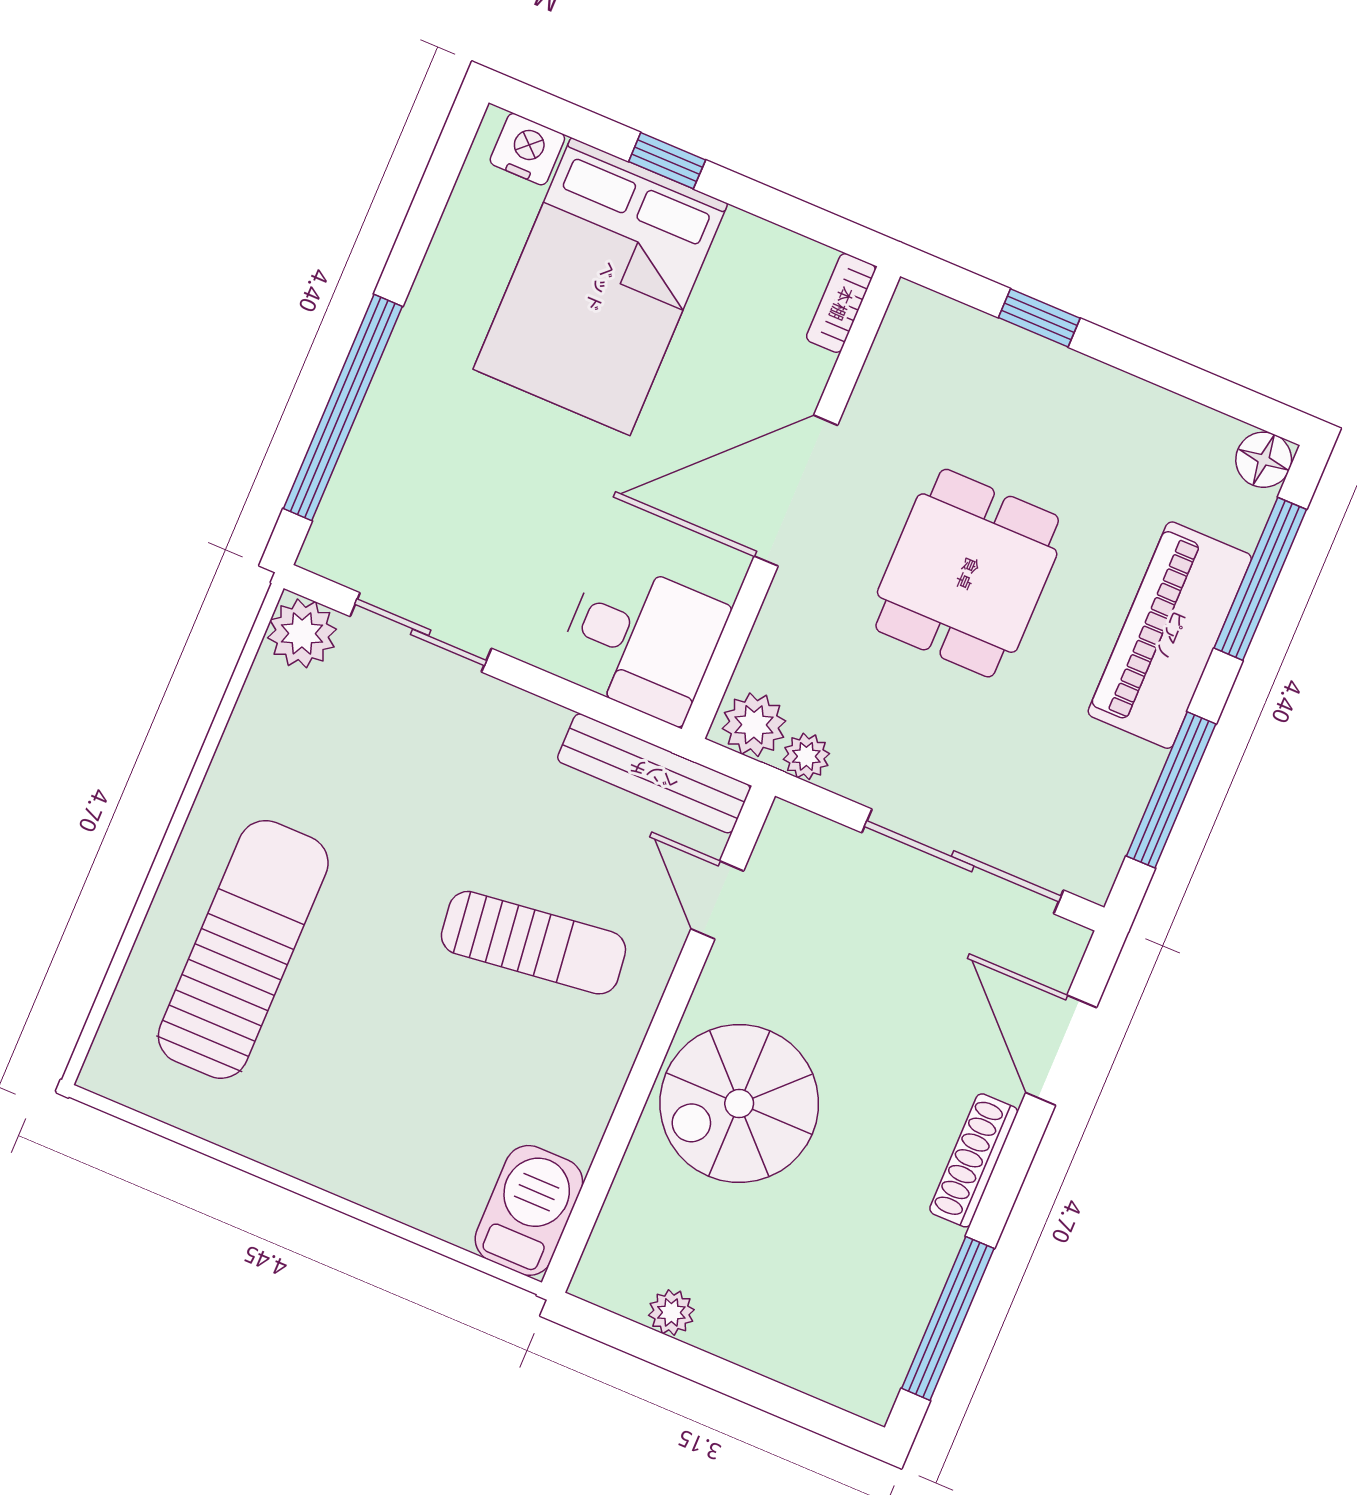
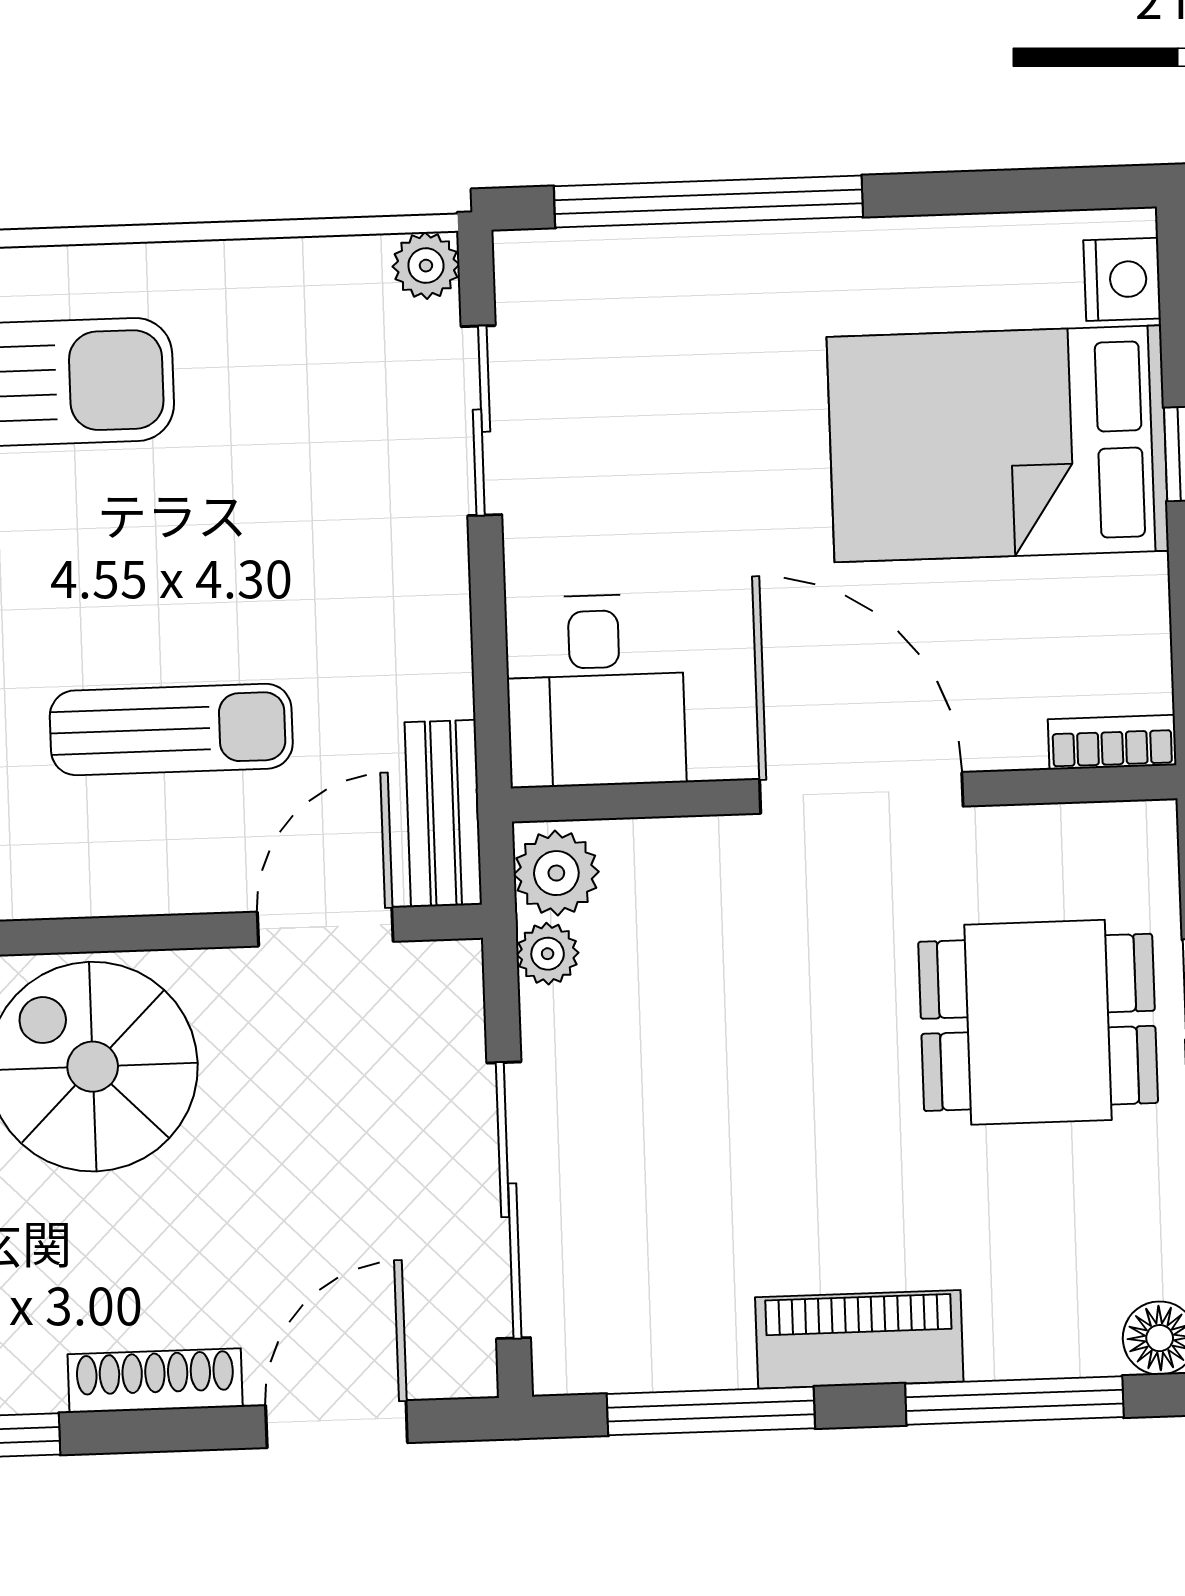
dining table: (967, 573) -> (1038, 1022), moved
plant: (302, 633) -> (426, 266), width x0.73, depth x0.73
piano: (1170, 635) -> (859, 1339), width x0.73, depth x0.75
bench: (654, 773) -> (443, 813), width x0.73
door: (717, 900) -> (325, 927), width x1.38
sun lounger: (533, 943) -> (171, 730), turned -83

